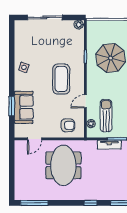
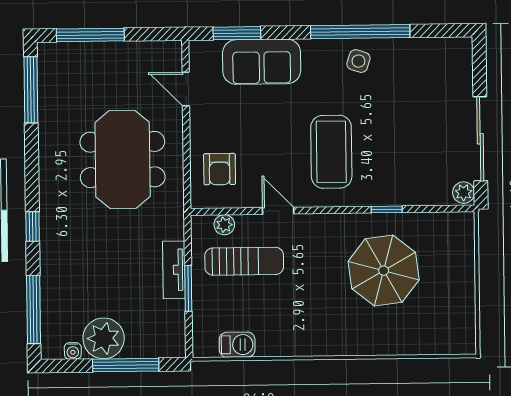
sliding door: (45, 17) -> (480, 139), moved
window: (12, 66) -> (360, 32), added
coffee table: (61, 79) -> (331, 152), turned 90
window: (12, 106) -> (237, 33), moved
meeting table: (63, 165) -> (123, 160), turned 90
window: (12, 178) -> (90, 35), added

